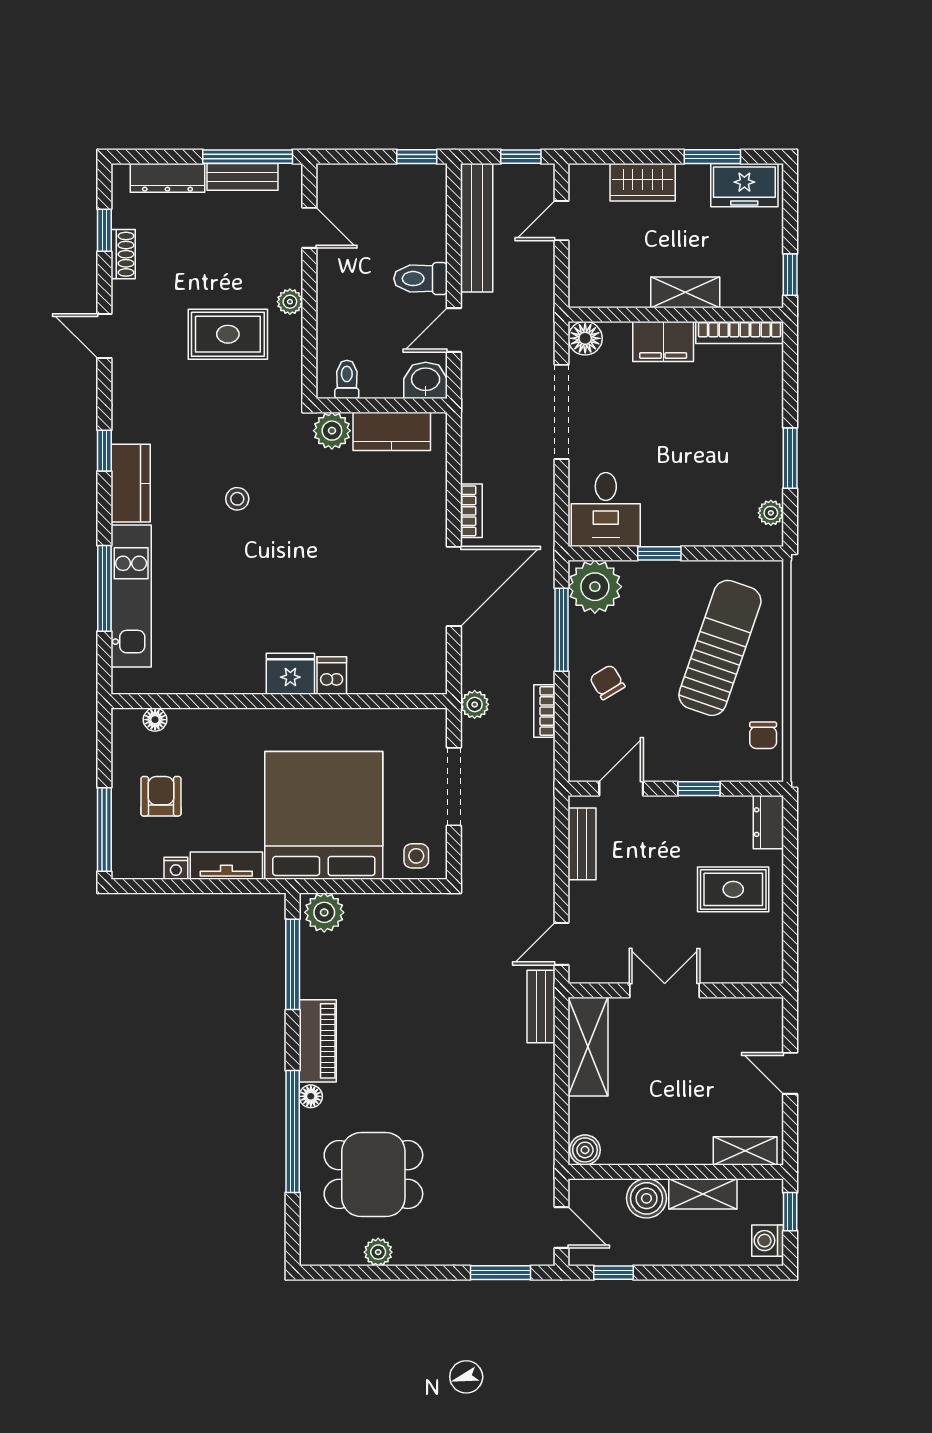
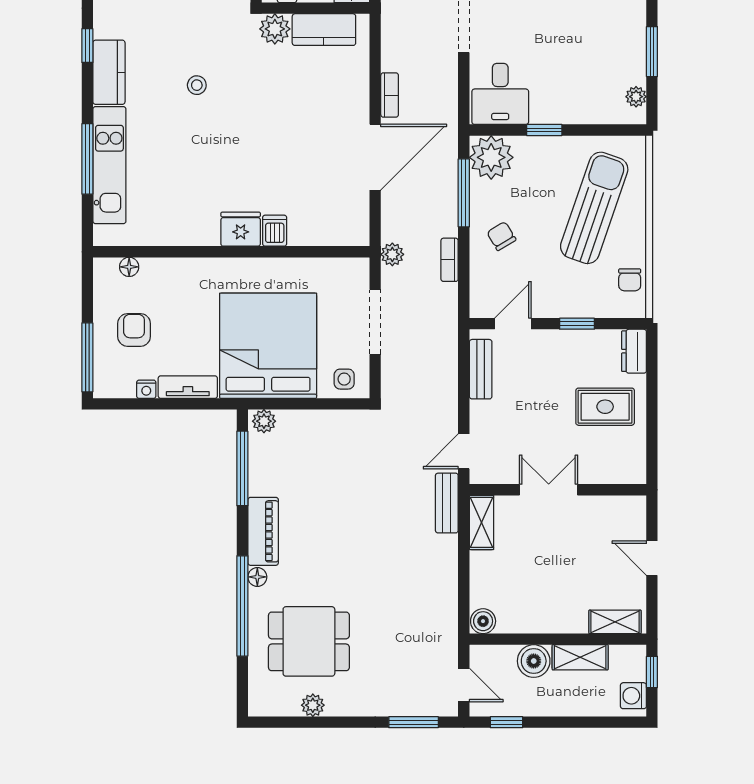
plant: (324, 912) -> (264, 421), width x0.73, depth x0.73
shelving: (588, 1047) -> (482, 522), width x0.67, depth x0.75

